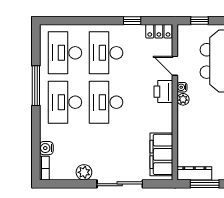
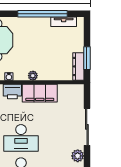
plant: (183, 99) -> (33, 76), moved
filing cabinet: (161, 154) -> (40, 93), moved

